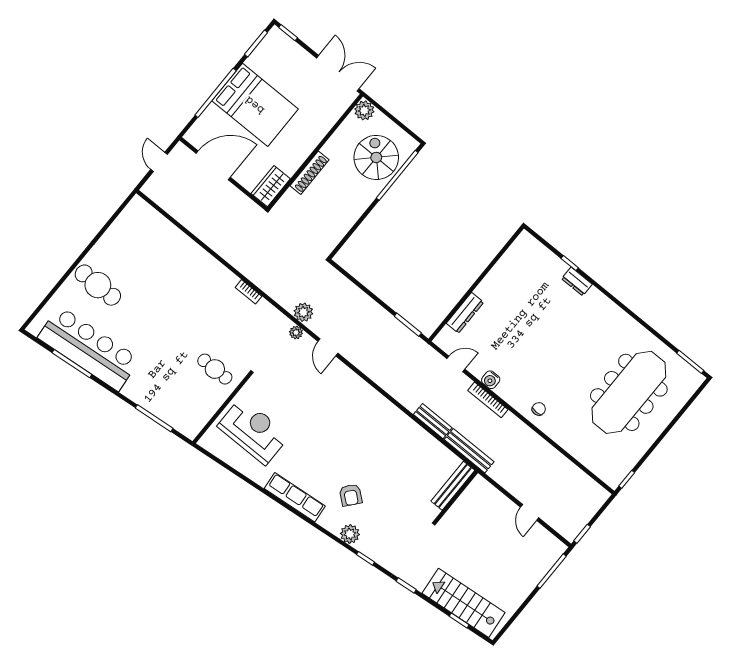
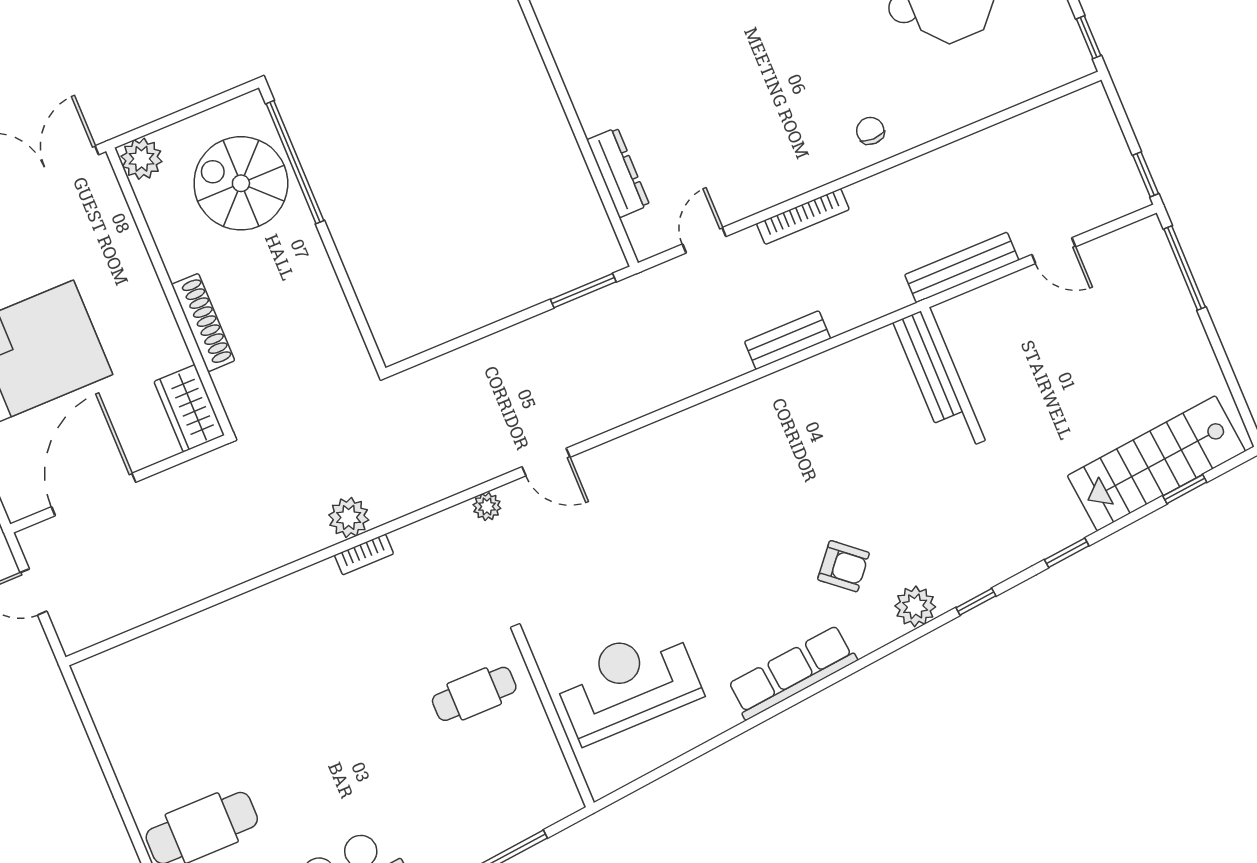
plant: (303, 312) -> (349, 517), moved
water cooler: (491, 380) -> (768, 191), removed
bench: (469, 451) -> (962, 267), moved

